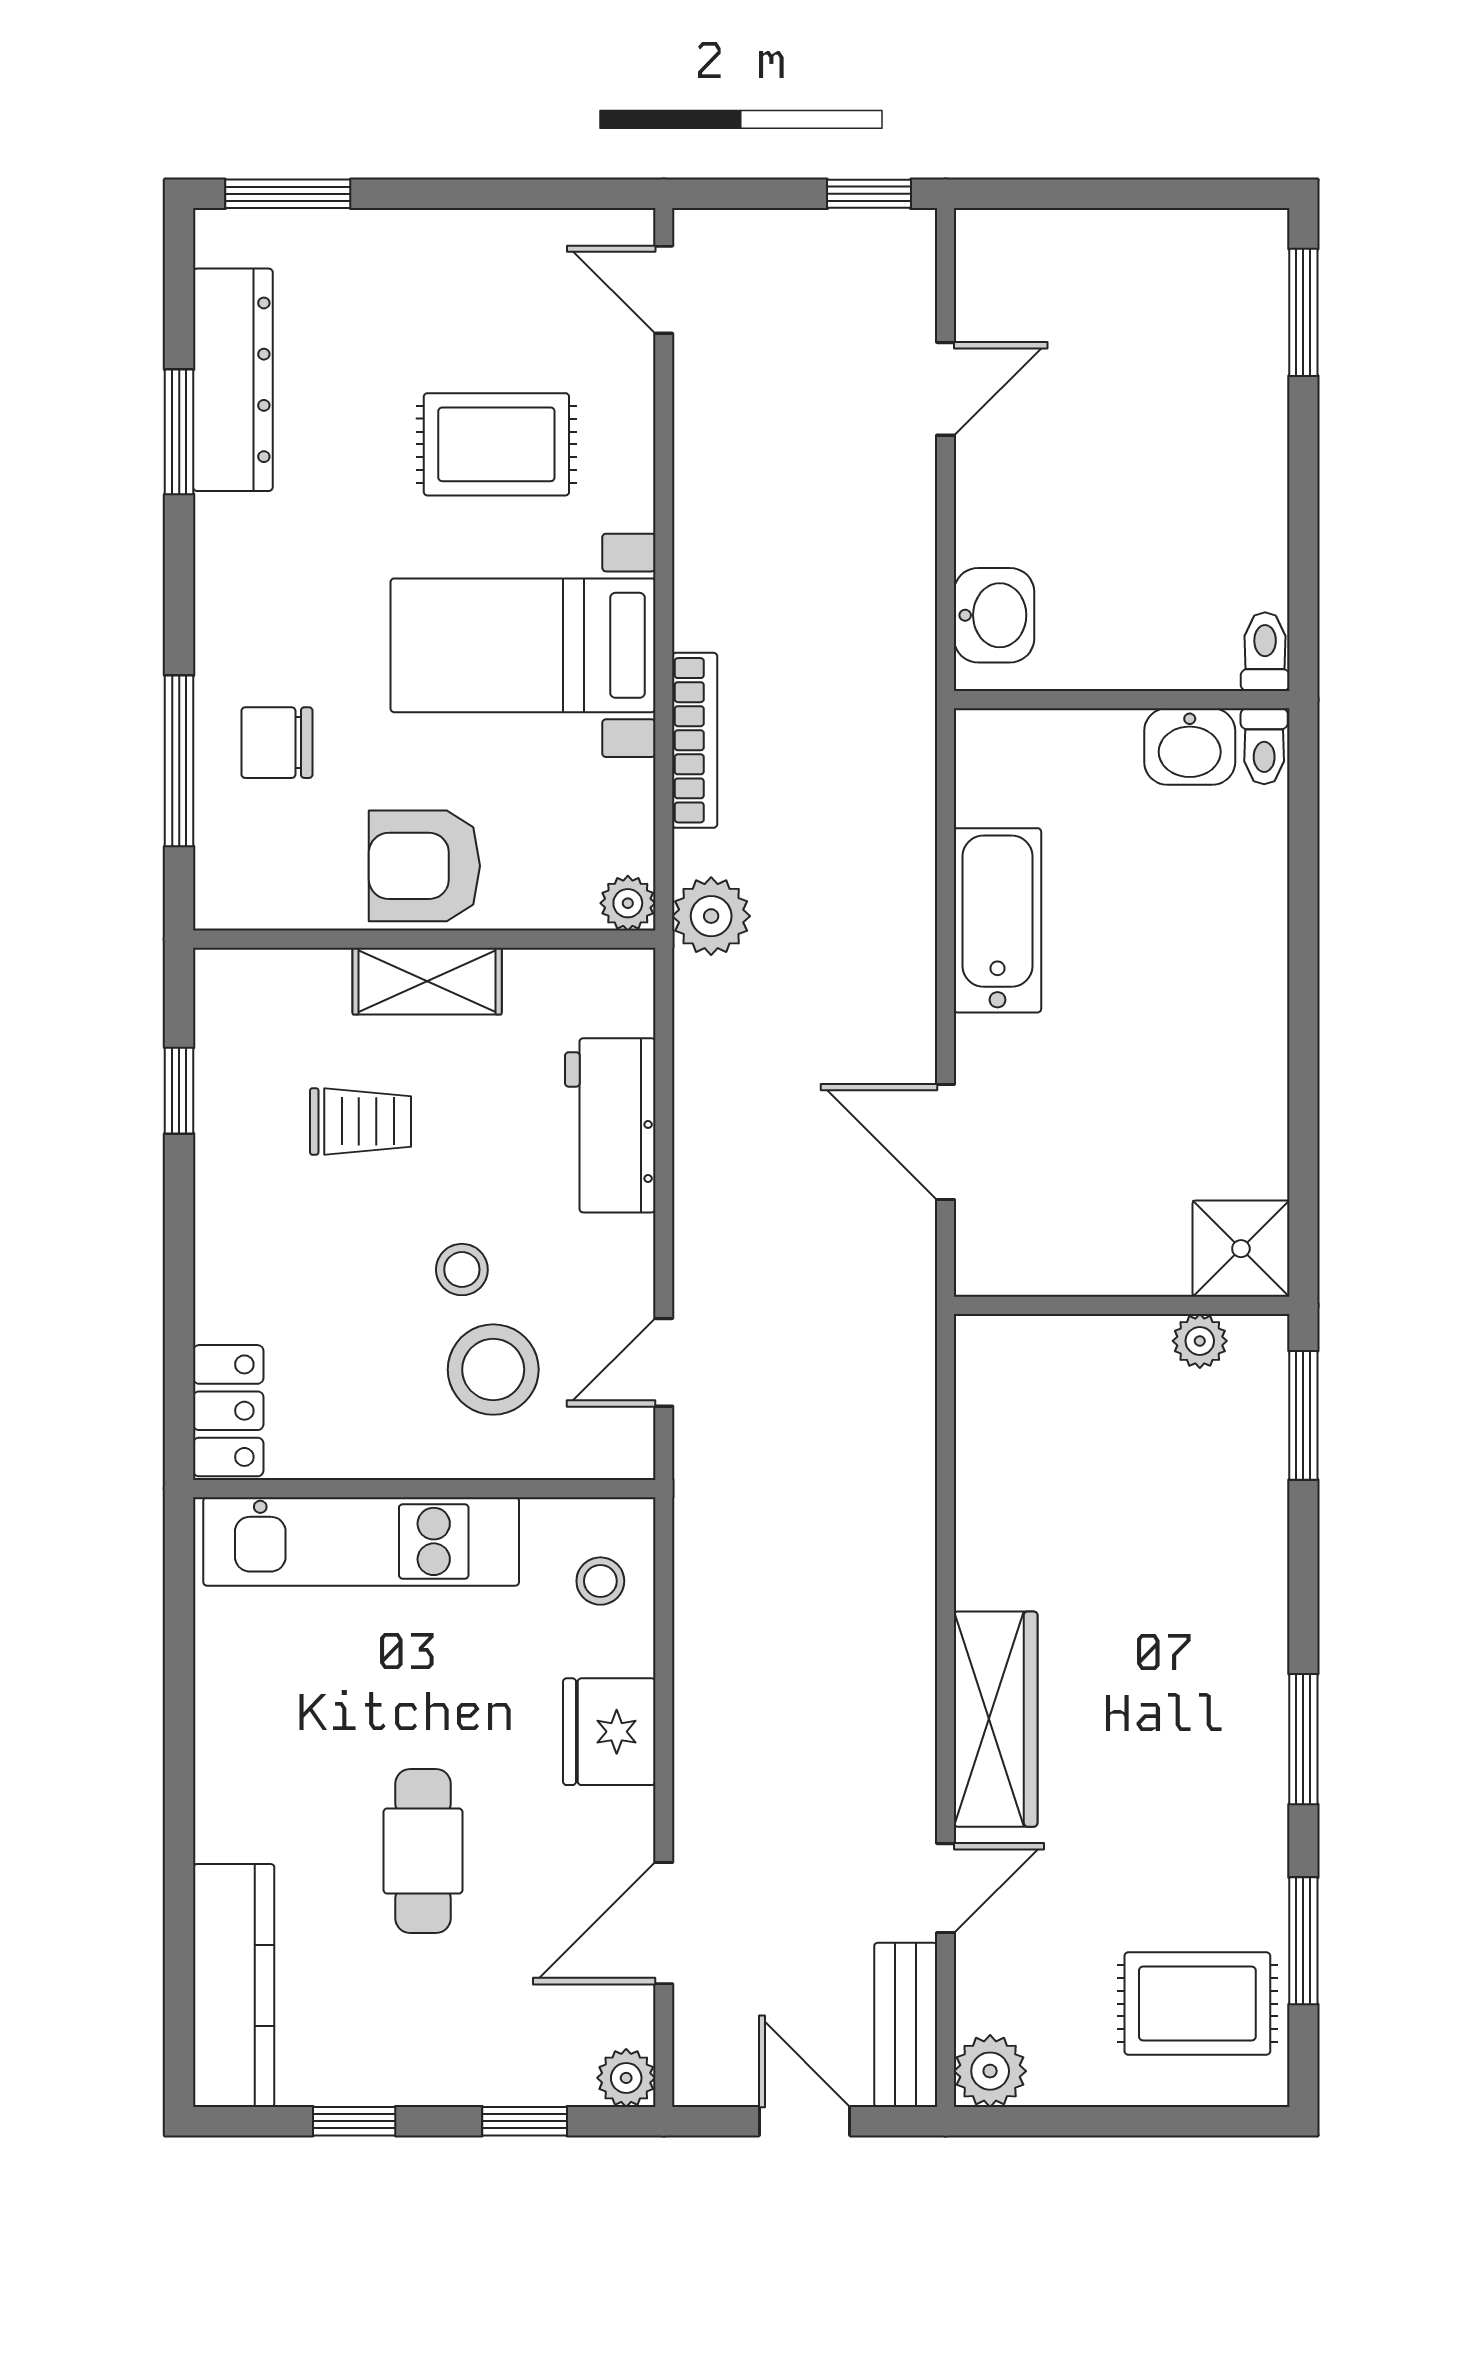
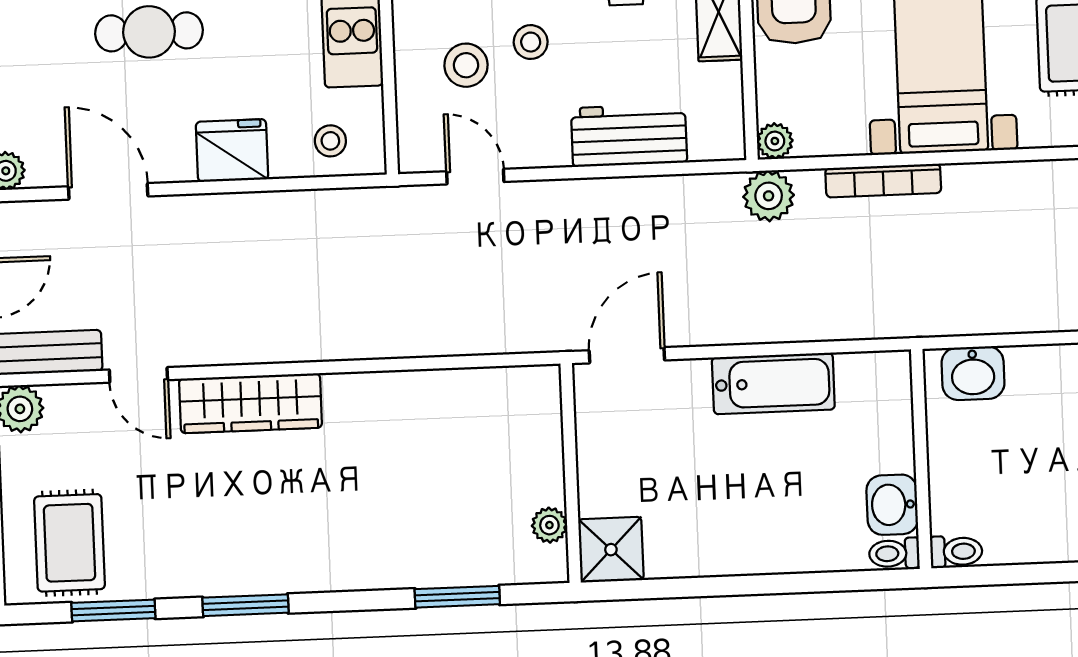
shower: (1241, 1249) -> (611, 550), moved
wall: (1122, 1305) -> (571, 473), moved
plant: (1200, 1341) -> (549, 525), moved
stool: (493, 1370) -> (466, 65), width x0.73, depth x0.73

